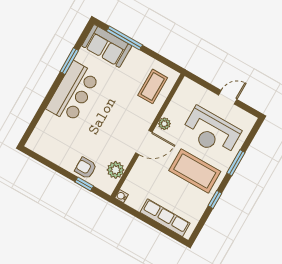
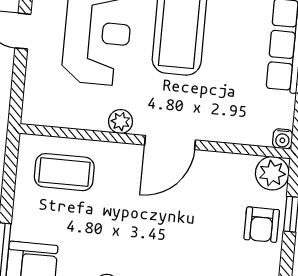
door: (144, 143) -> (170, 143), swing flipped
plant: (116, 170) -> (272, 173), moved

